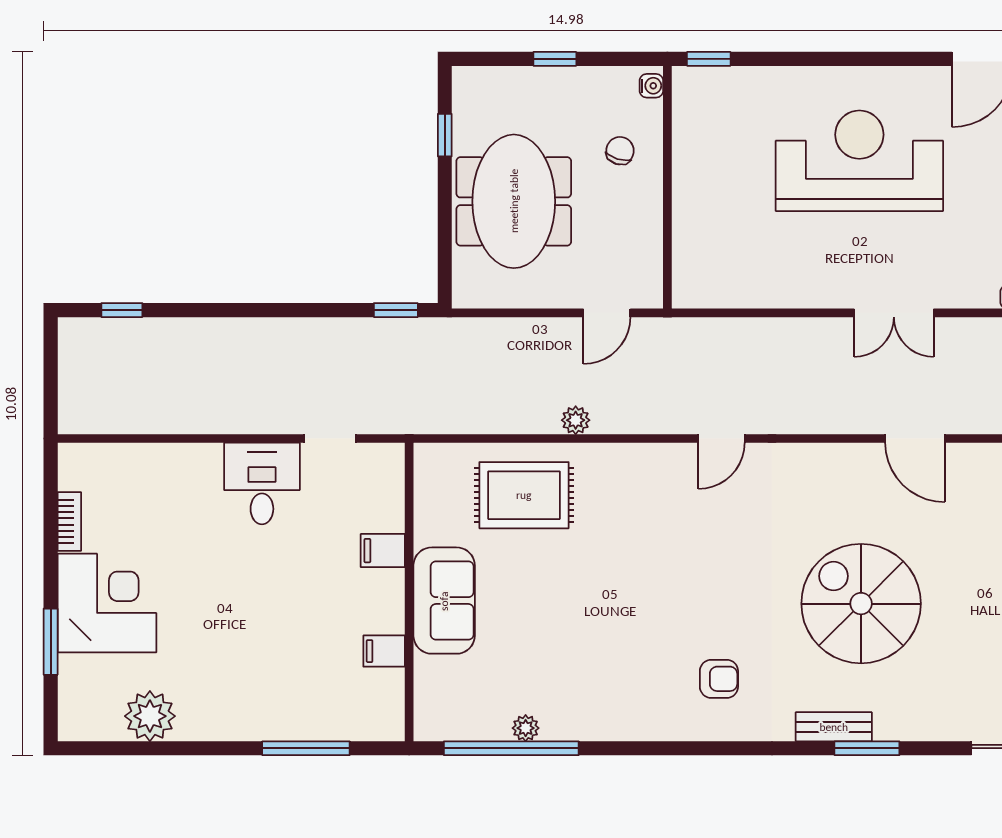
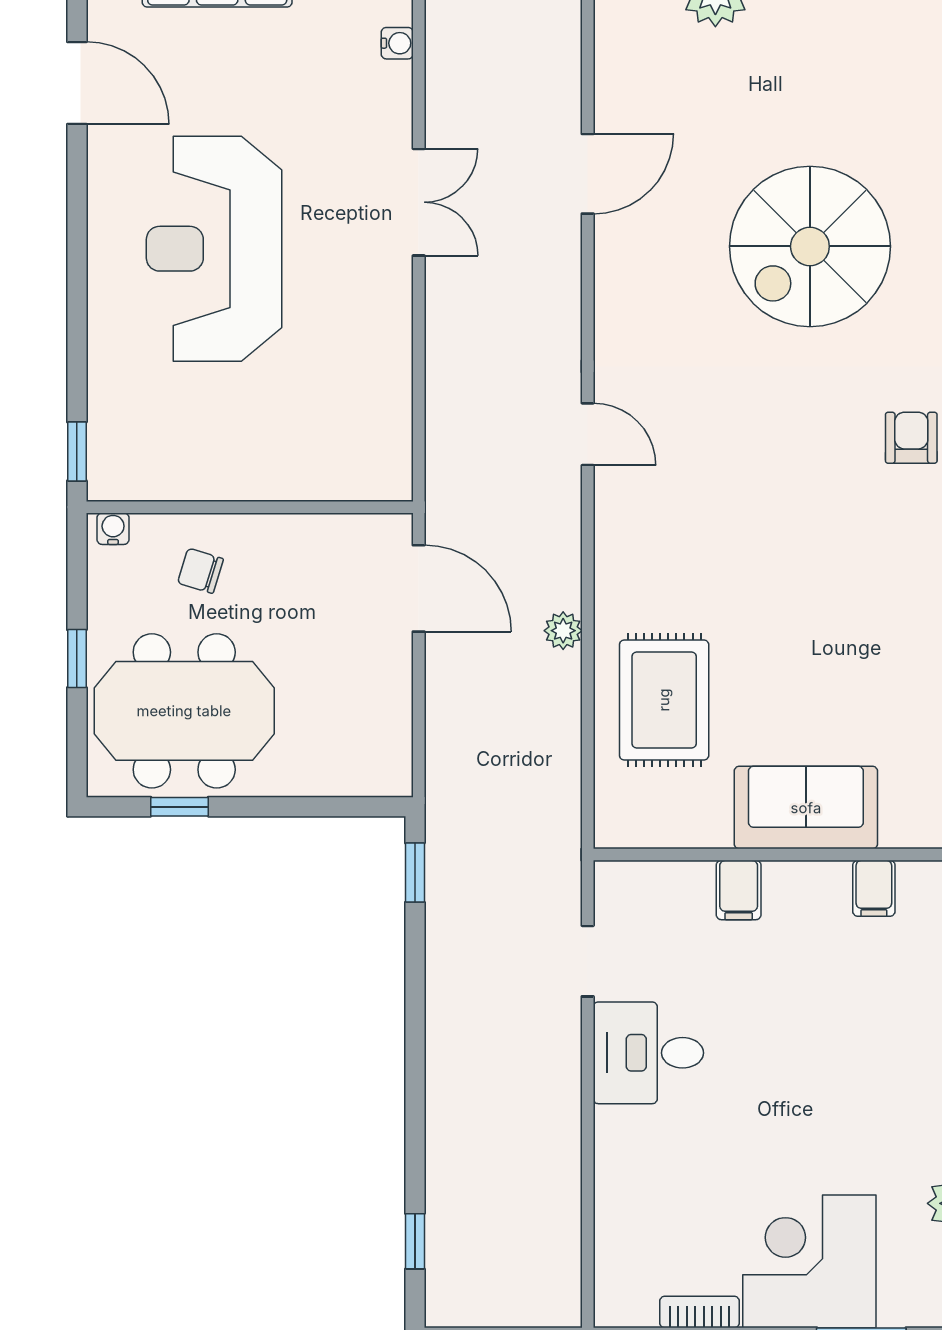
meeting table: (514, 201) -> (184, 711), moved
door: (607, 313) -> (419, 588), width x1.38

